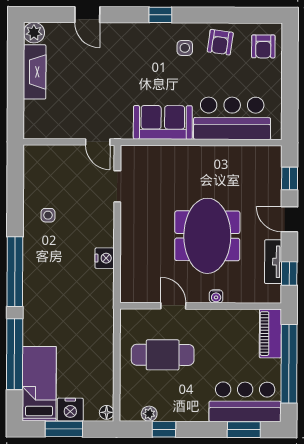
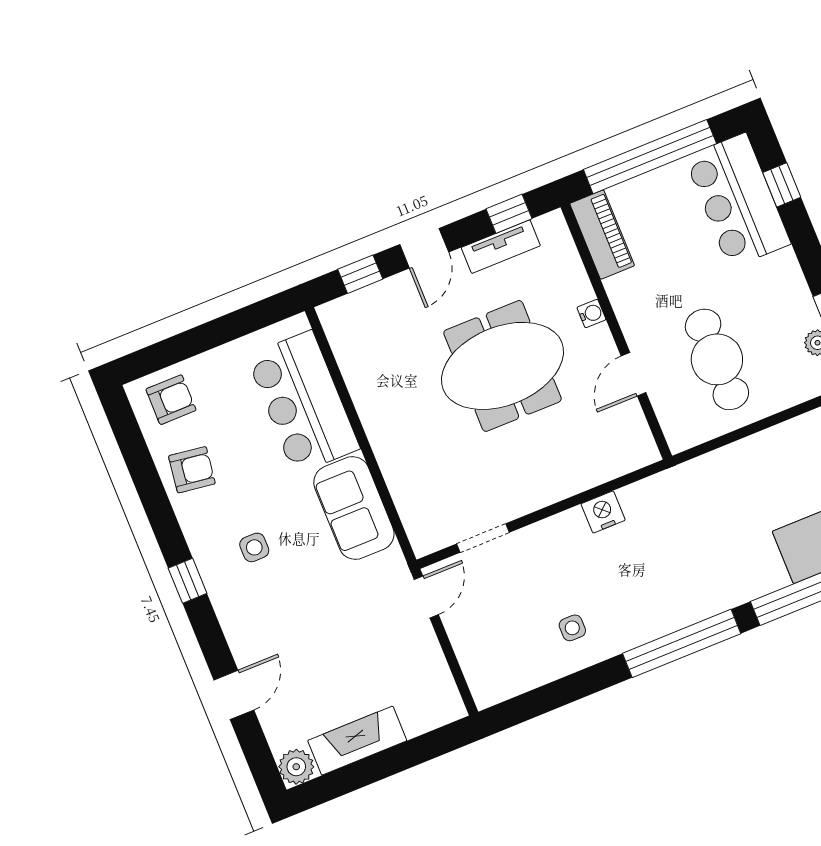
side table: (185, 48) -> (254, 547), moved
piano: (270, 334) -> (602, 235), moved, turned -90
window: (244, 430) -> (782, 185), width x0.67

